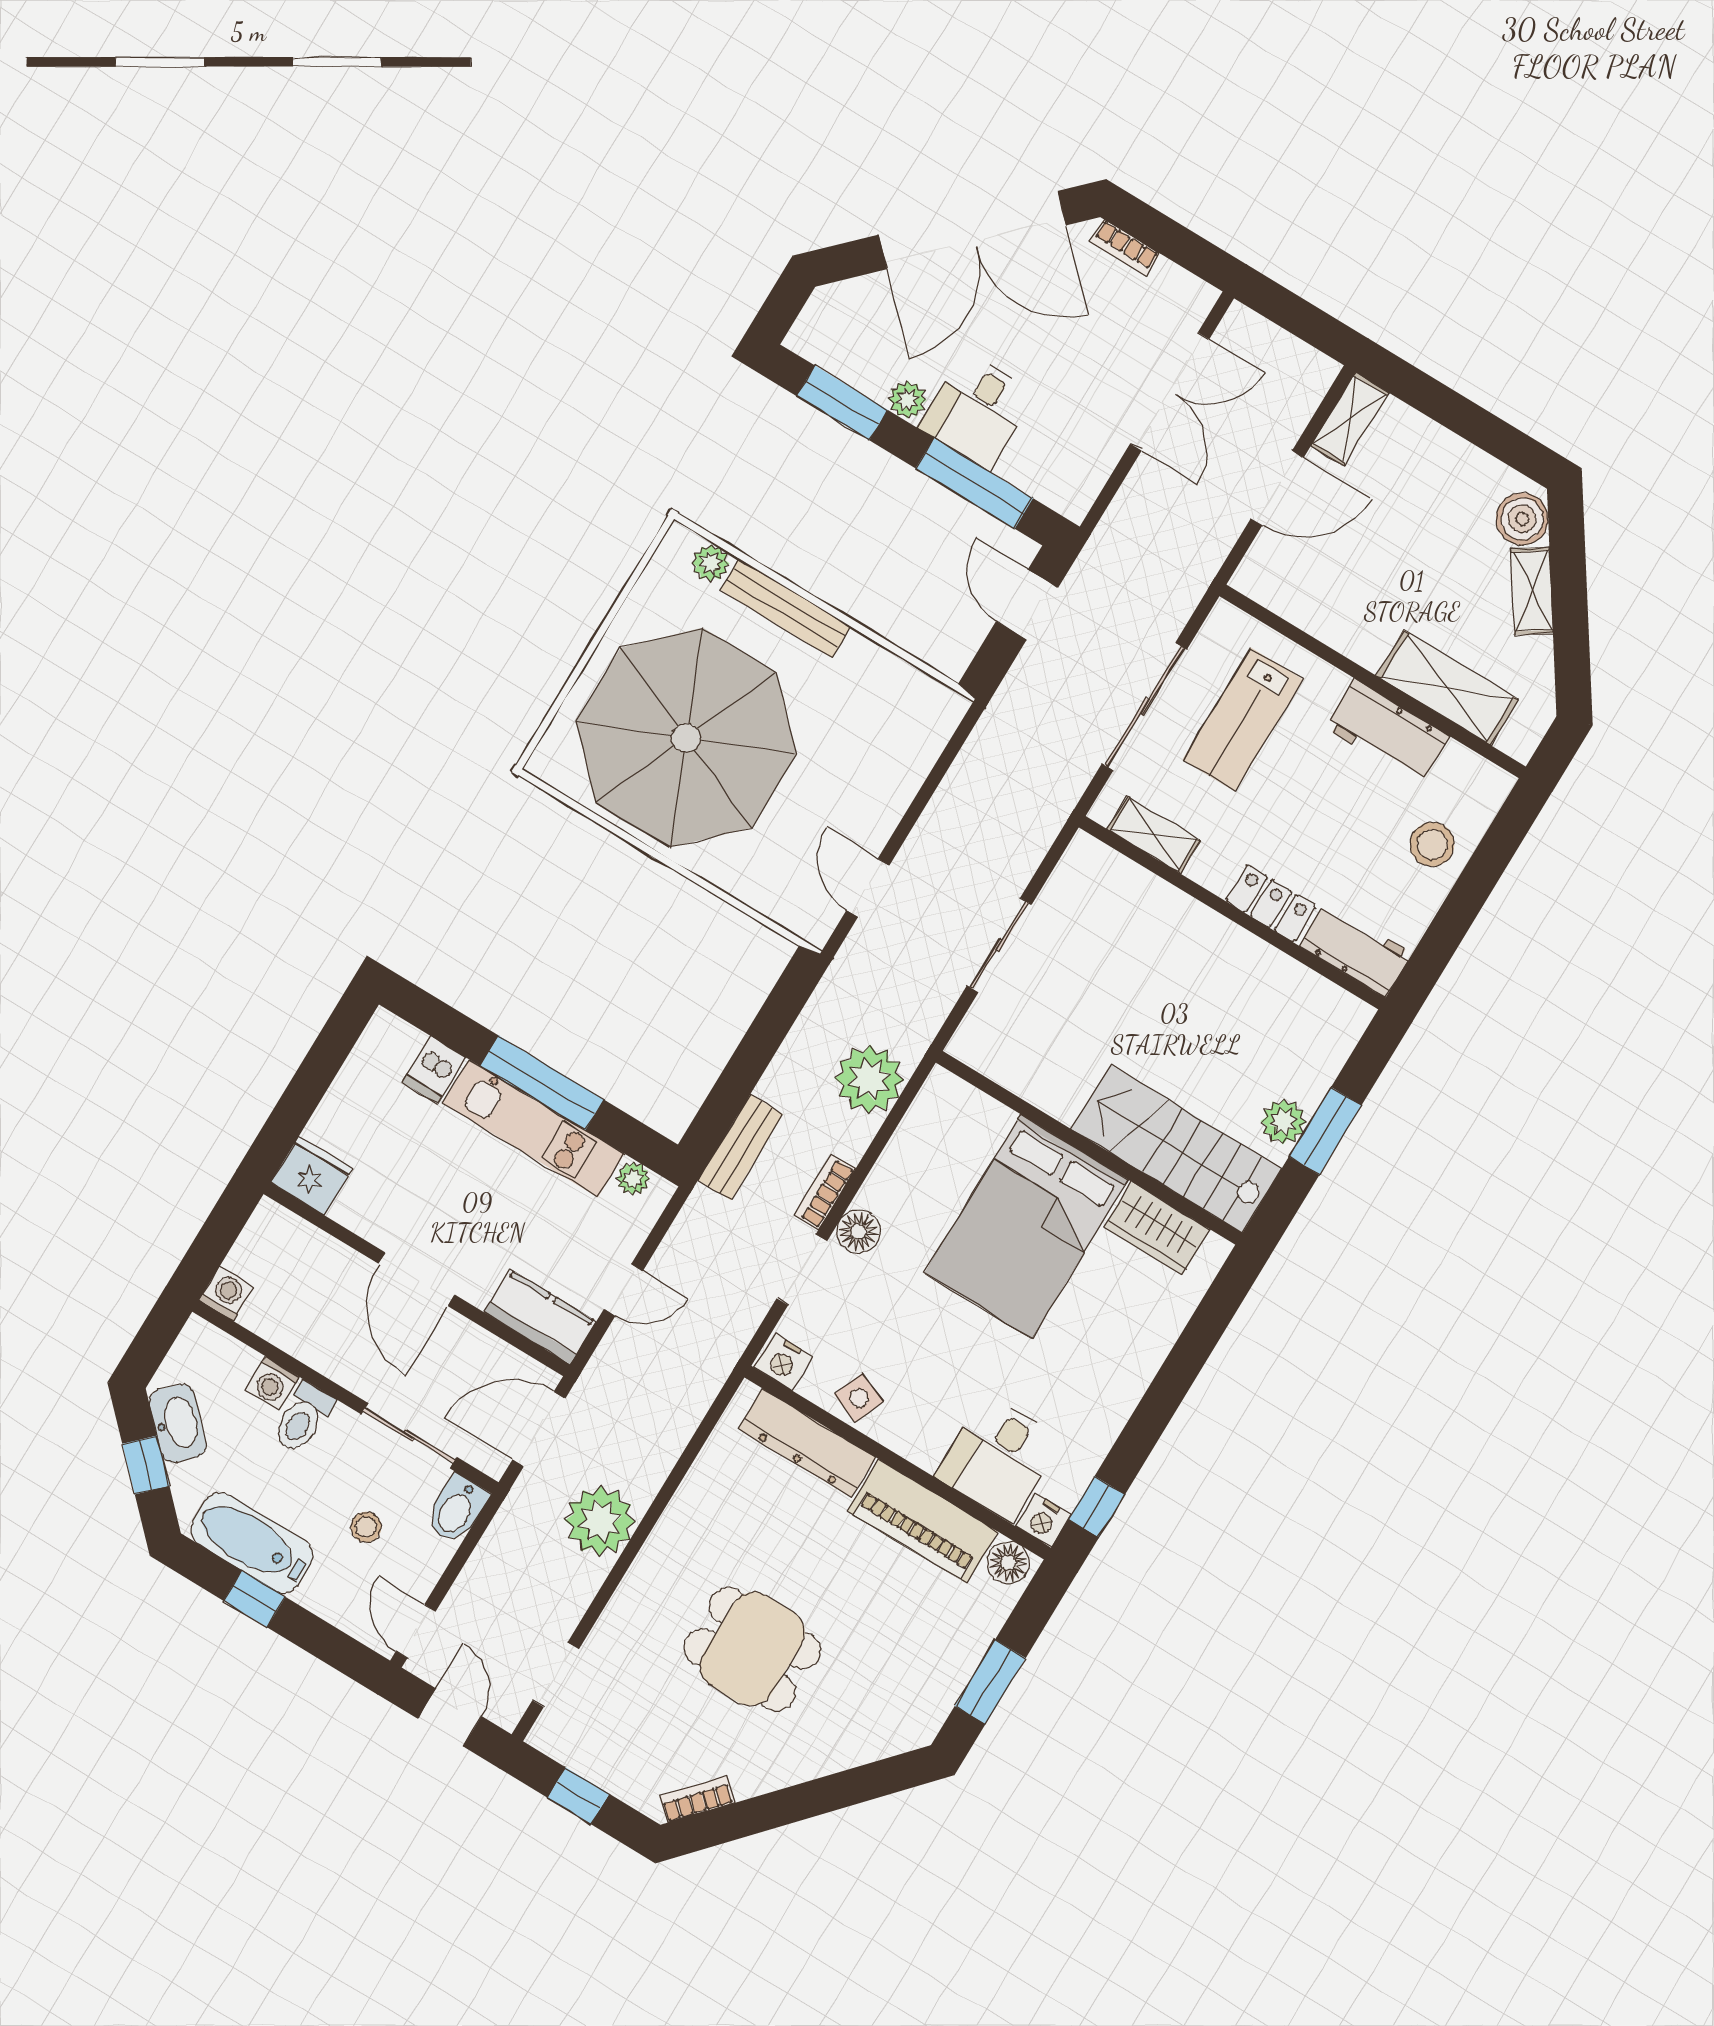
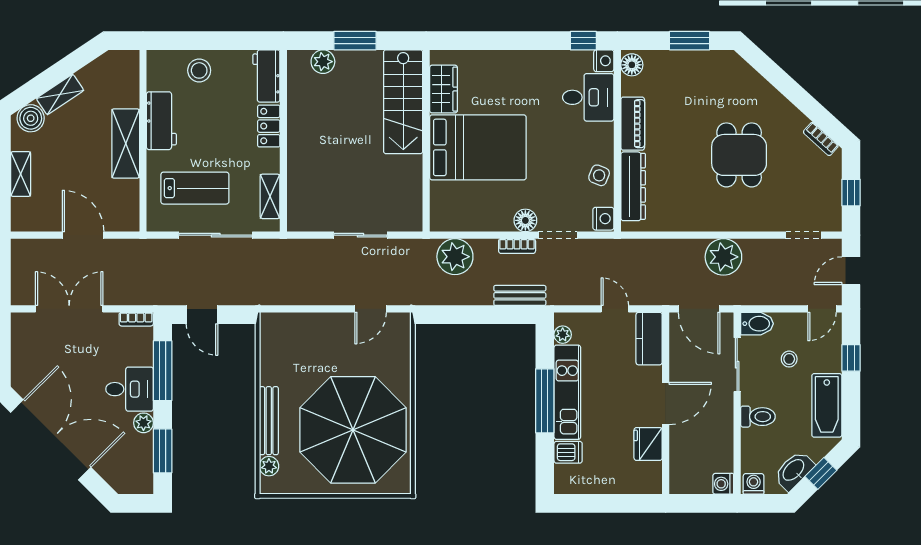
bookcase: (1125, 248) -> (136, 319), moved, turned 90
shelving: (1350, 419) -> (21, 174), moved, turned 90
door: (1027, 604) -> (202, 315), hinge flipped
shelving: (1447, 688) -> (126, 143), moved
plant: (1283, 1122) -> (323, 62), moved
fridge: (312, 1176) -> (648, 444), moved
washing machine: (272, 1384) -> (754, 484), moved, turned -90
piano: (923, 1521) -> (633, 124), width x0.73, depth x0.75
window: (255, 1599) -> (851, 358), moved

